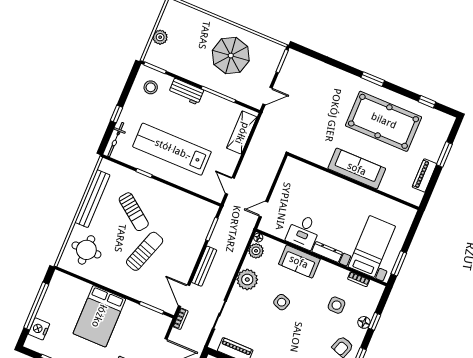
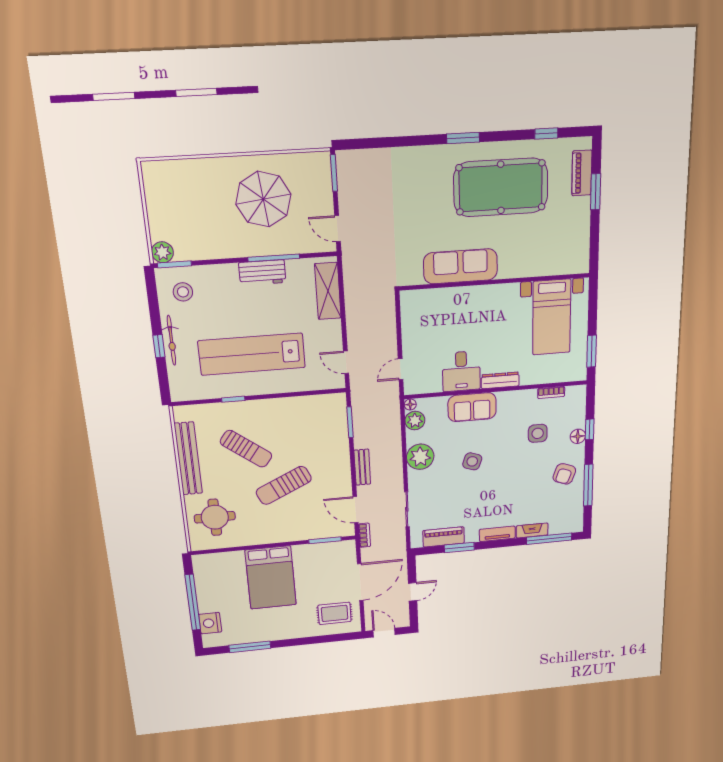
plant: (160, 37) -> (162, 252), moved
workbench: (186, 92) -> (262, 273), moved
door: (268, 96) -> (338, 229), swing flipped
bicycle: (116, 140) -> (171, 340), moved
sofa: (357, 169) -> (461, 266), moved
piano: (424, 175) -> (582, 173), moved
bed with nightstands: (372, 246) -> (552, 317), moved, turned 180
sun lounger: (145, 251) -> (284, 485), turned -134
bench: (204, 266) -> (362, 467), width x0.73

